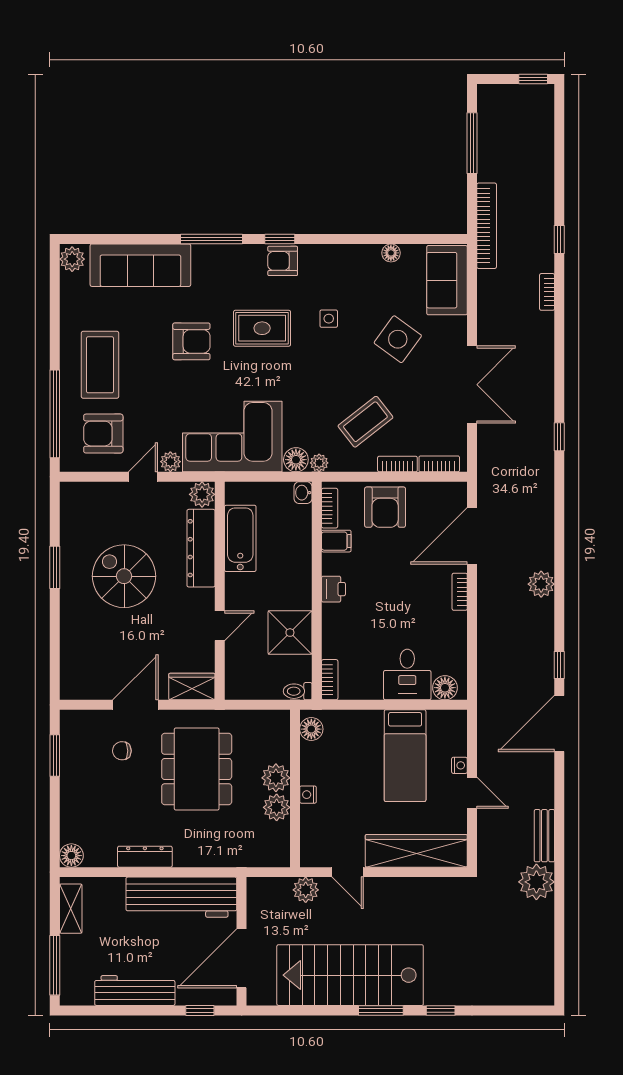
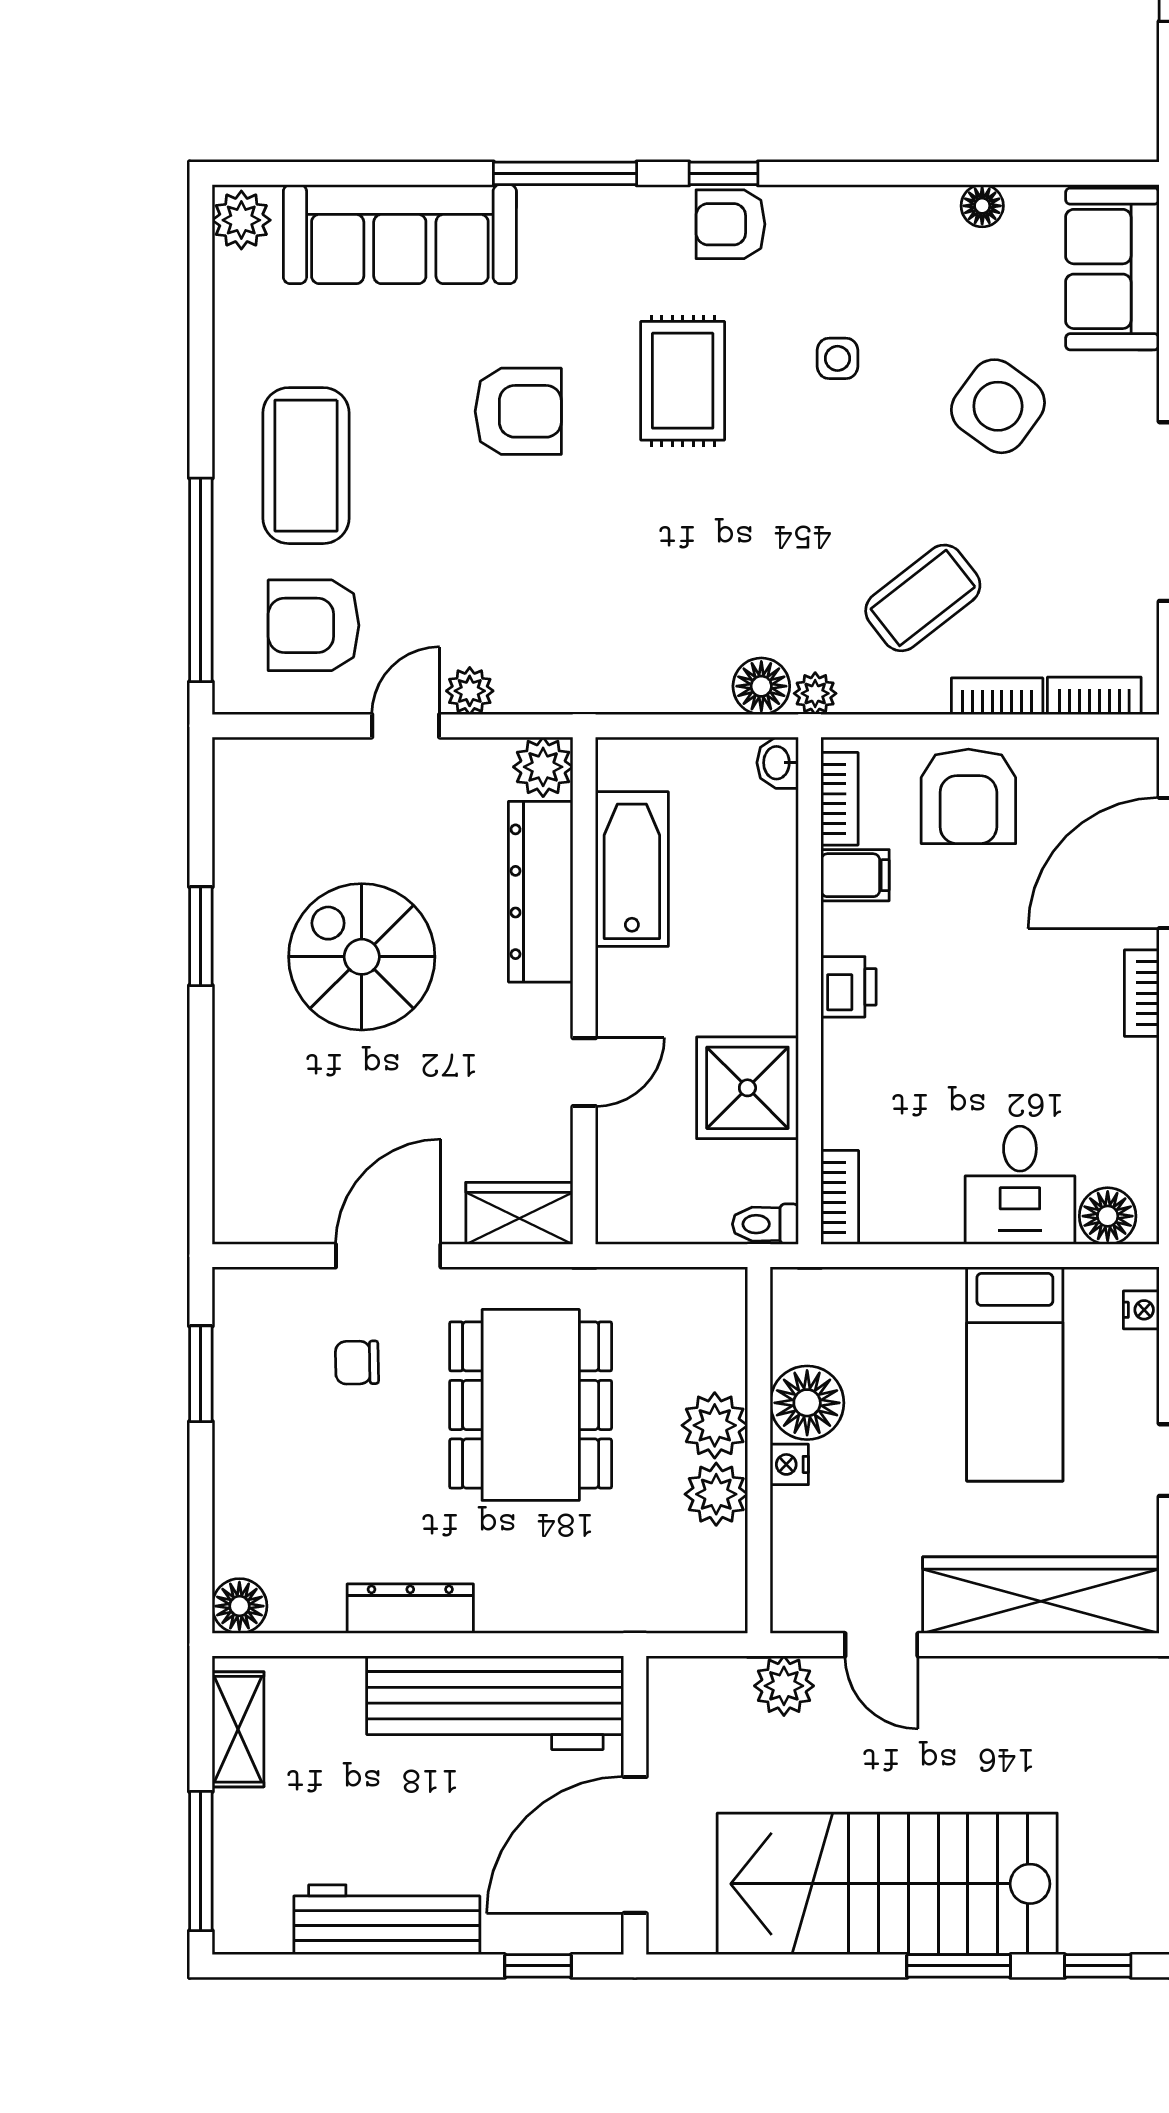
rug: (262, 328) -> (683, 381), turned 90
corner sofa: (232, 436) -> (613, 632), removed
floor lamp: (311, 729) -> (807, 1403), moved, width x1.38, depth x1.38
nightstand: (459, 765) -> (1141, 1310), moved

